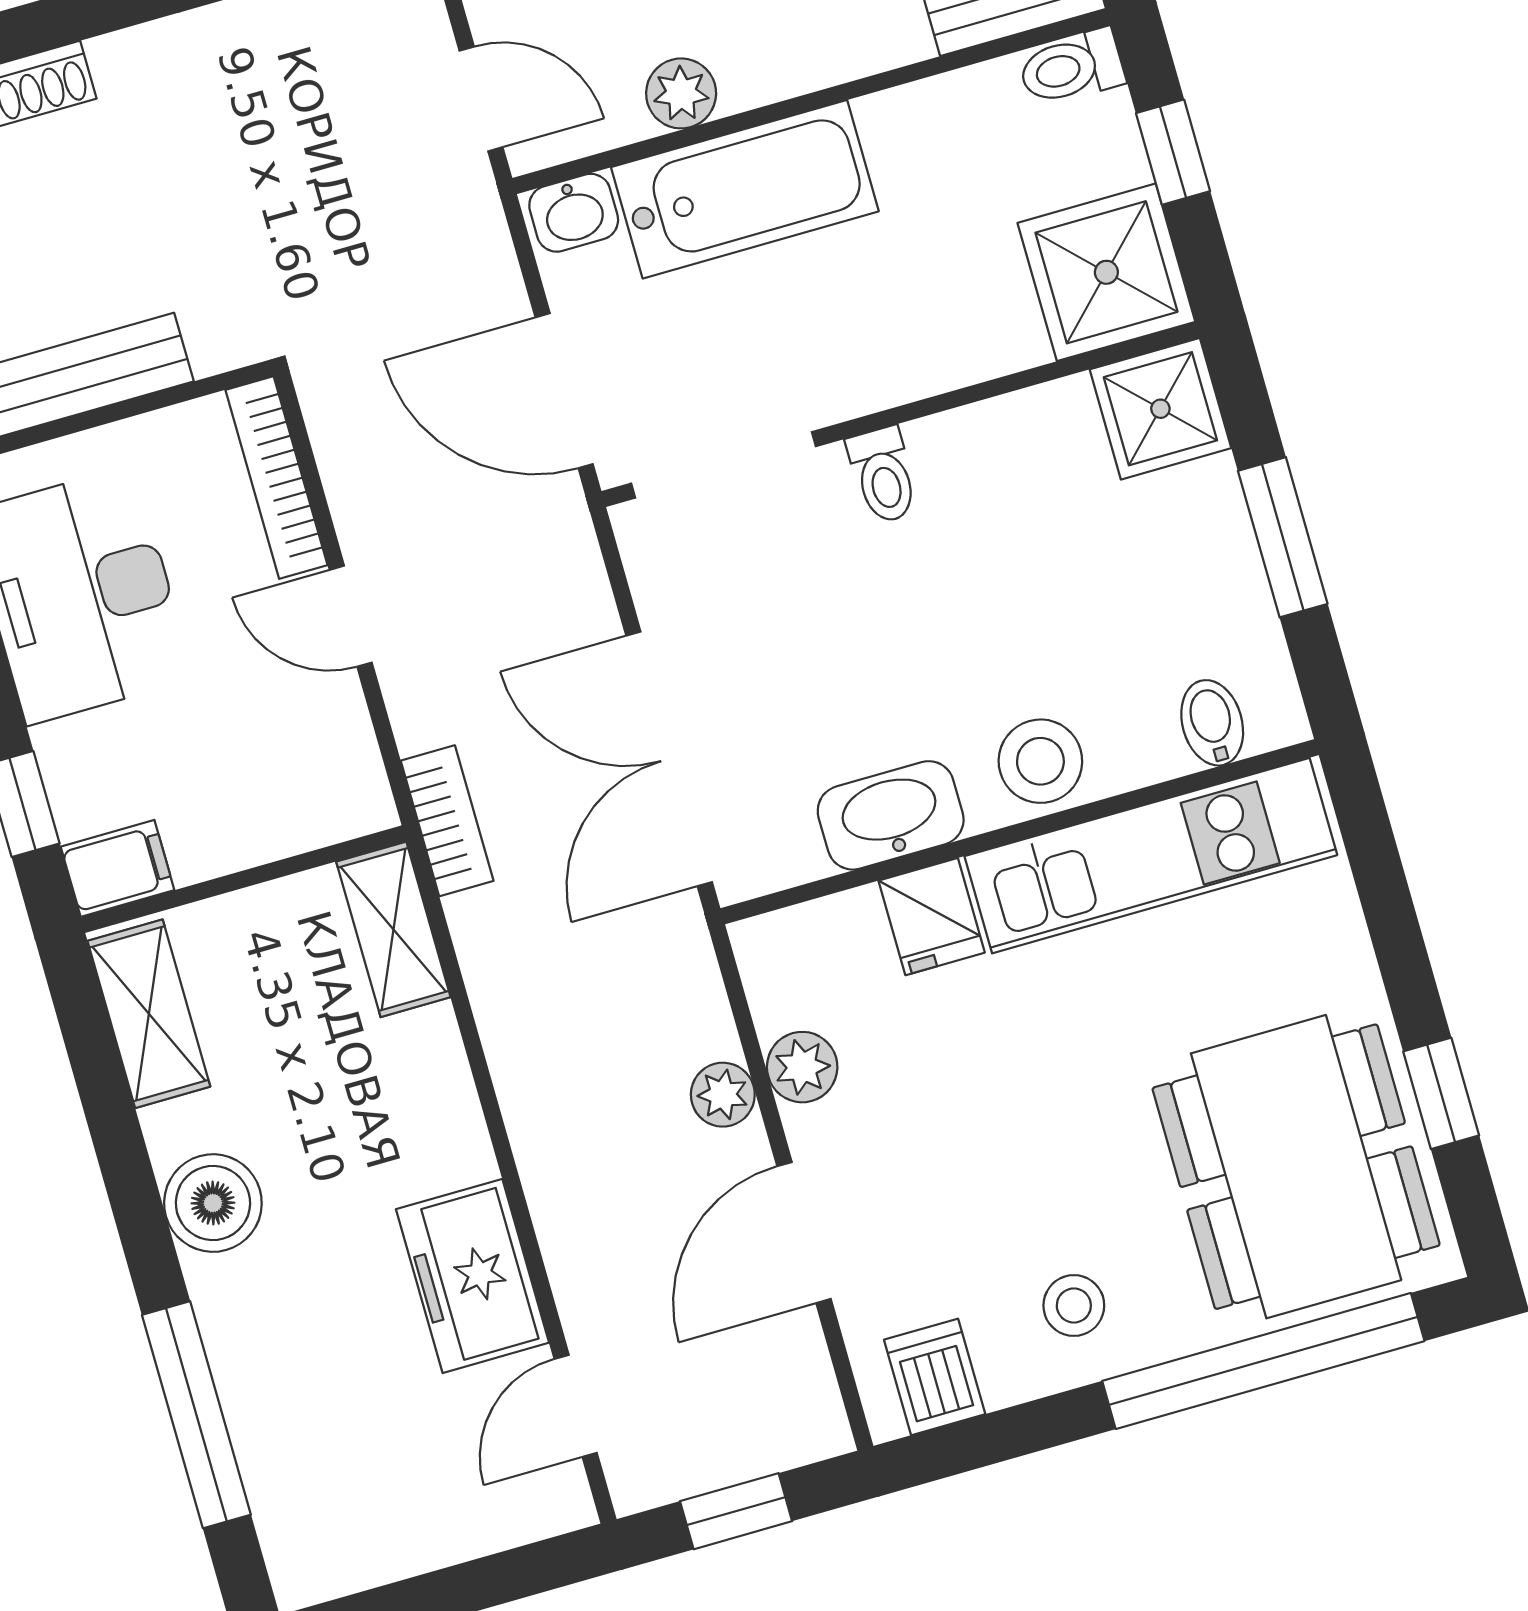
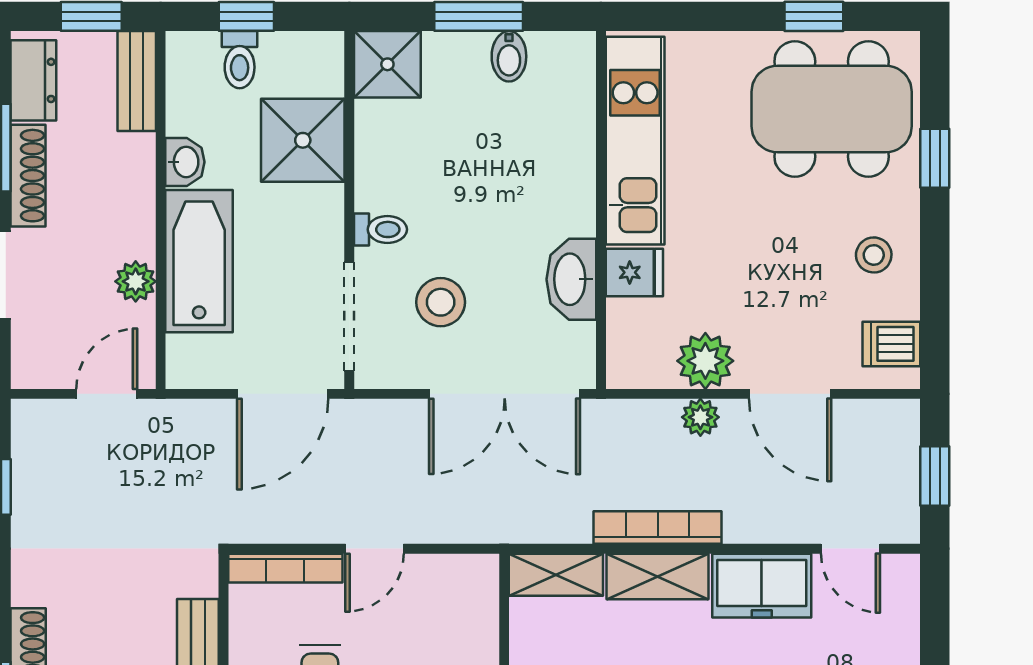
toilet: (1071, 68) -> (240, 60), moved
washbasin: (574, 213) -> (185, 162), moved
shower: (1106, 272) -> (303, 140), moved
bidet: (1212, 723) -> (509, 56), moved, turned -90
stool: (1040, 761) -> (441, 302), moved
bookcase: (447, 821) -> (658, 527), moved, width x1.56
plant: (802, 1067) -> (705, 361), width x1.38, depth x1.38
shelving: (438, 1099) -> (658, 576), added
window: (1263, 1361) -> (935, 158), width x0.32

